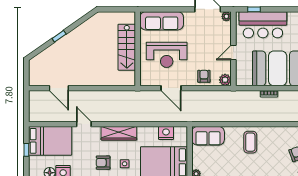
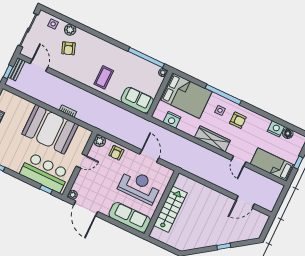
door: (59, 88) -> (245, 202), swing flipped
bed: (50, 141) -> (272, 165), width x0.67

